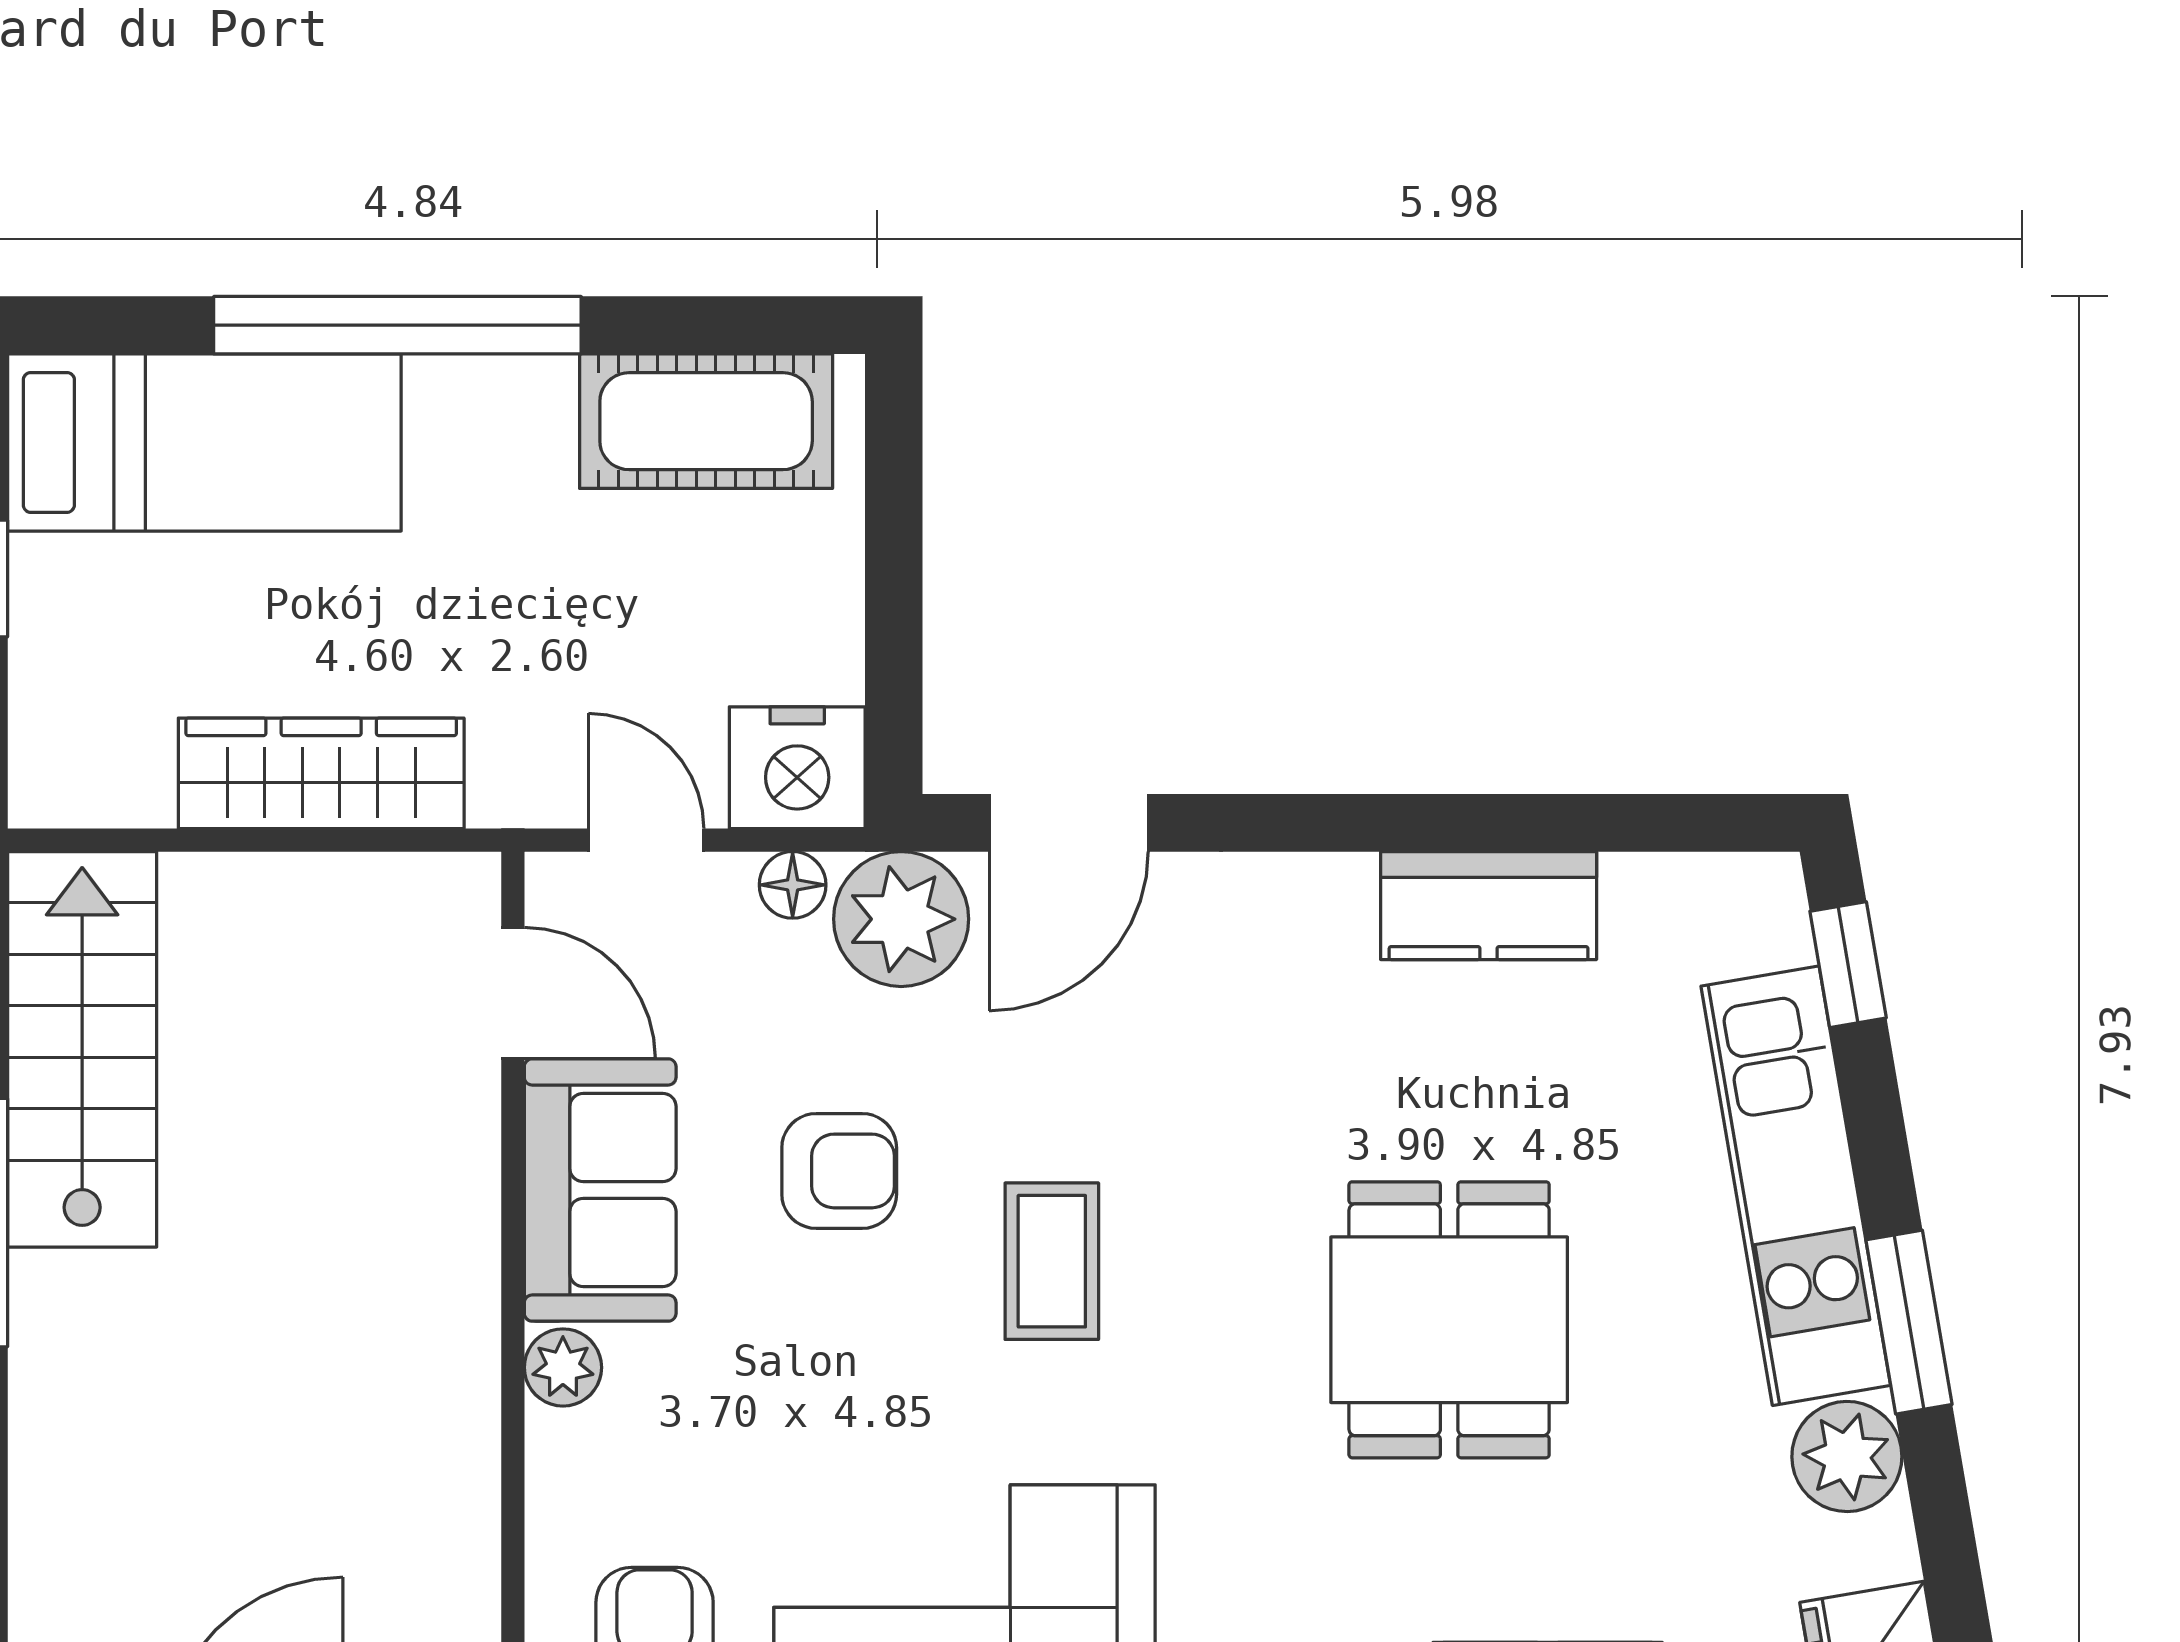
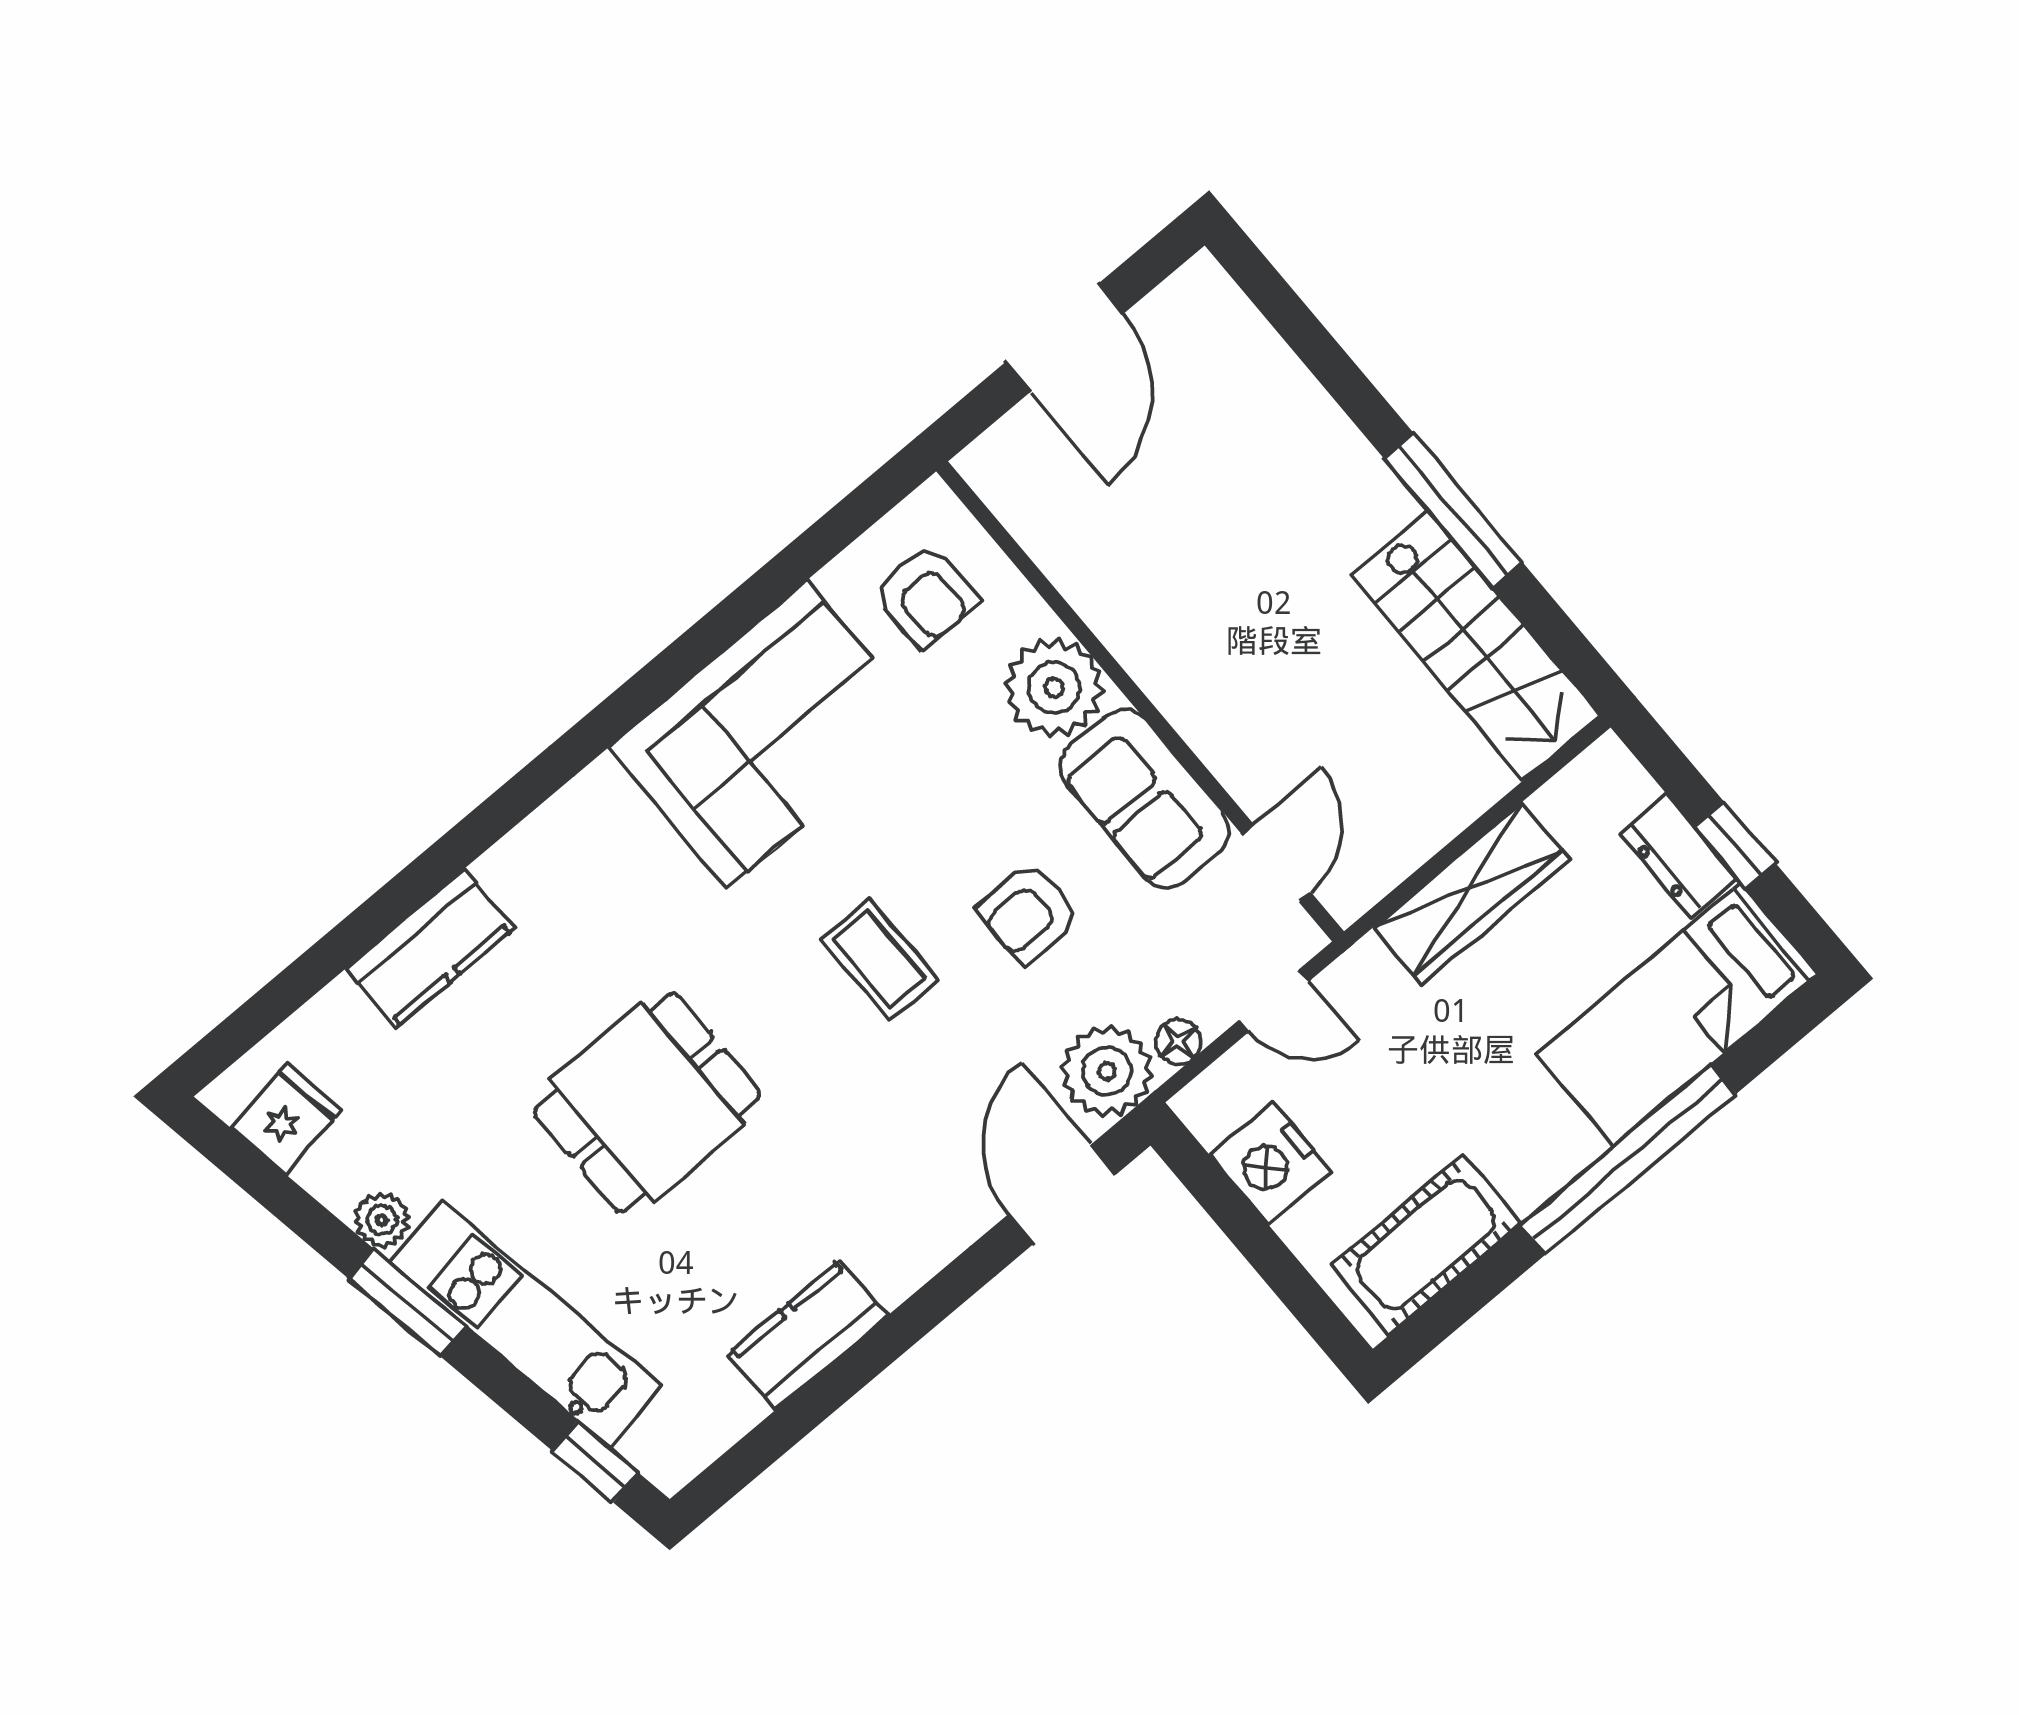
dresser: (53, 619) -> (1678, 856), added
nightstand: (797, 768) -> (1270, 1163), moved, turned -90
door: (513, 993) -> (1276, 863), swing flipped
dining table: (1449, 1320) -> (647, 1103), turned 90
plant: (563, 1367) -> (1054, 688), width x1.88, depth x1.88
plant: (1847, 1456) -> (382, 1220), width x0.73, depth x0.73

